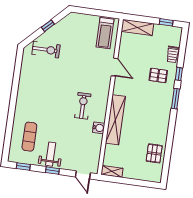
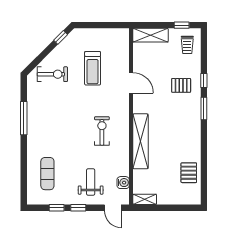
window: (48, 26) -> (61, 37), moved
treadmill: (105, 33) -> (93, 68), moved
trolley: (173, 54) -> (187, 45), moved
window: (15, 85) -> (24, 118), added
water cooler: (99, 128) -> (123, 183), moved
weight bench: (51, 154) -> (91, 182), moved
window: (23, 166) -> (57, 208), moved

